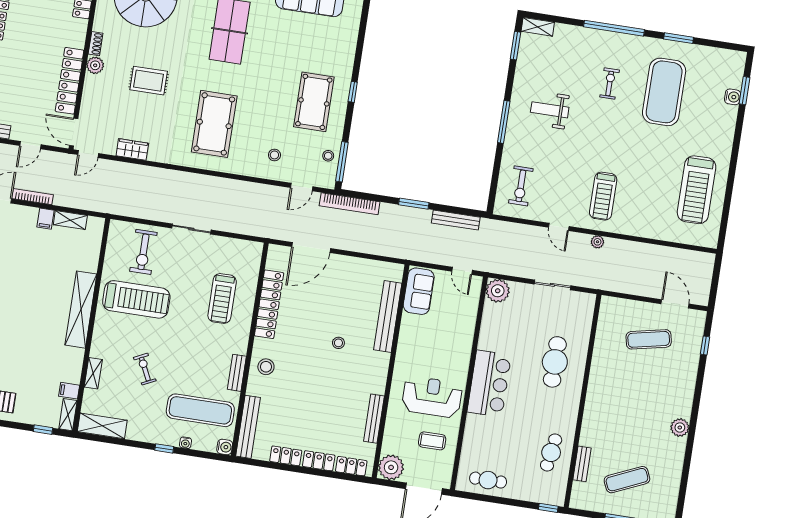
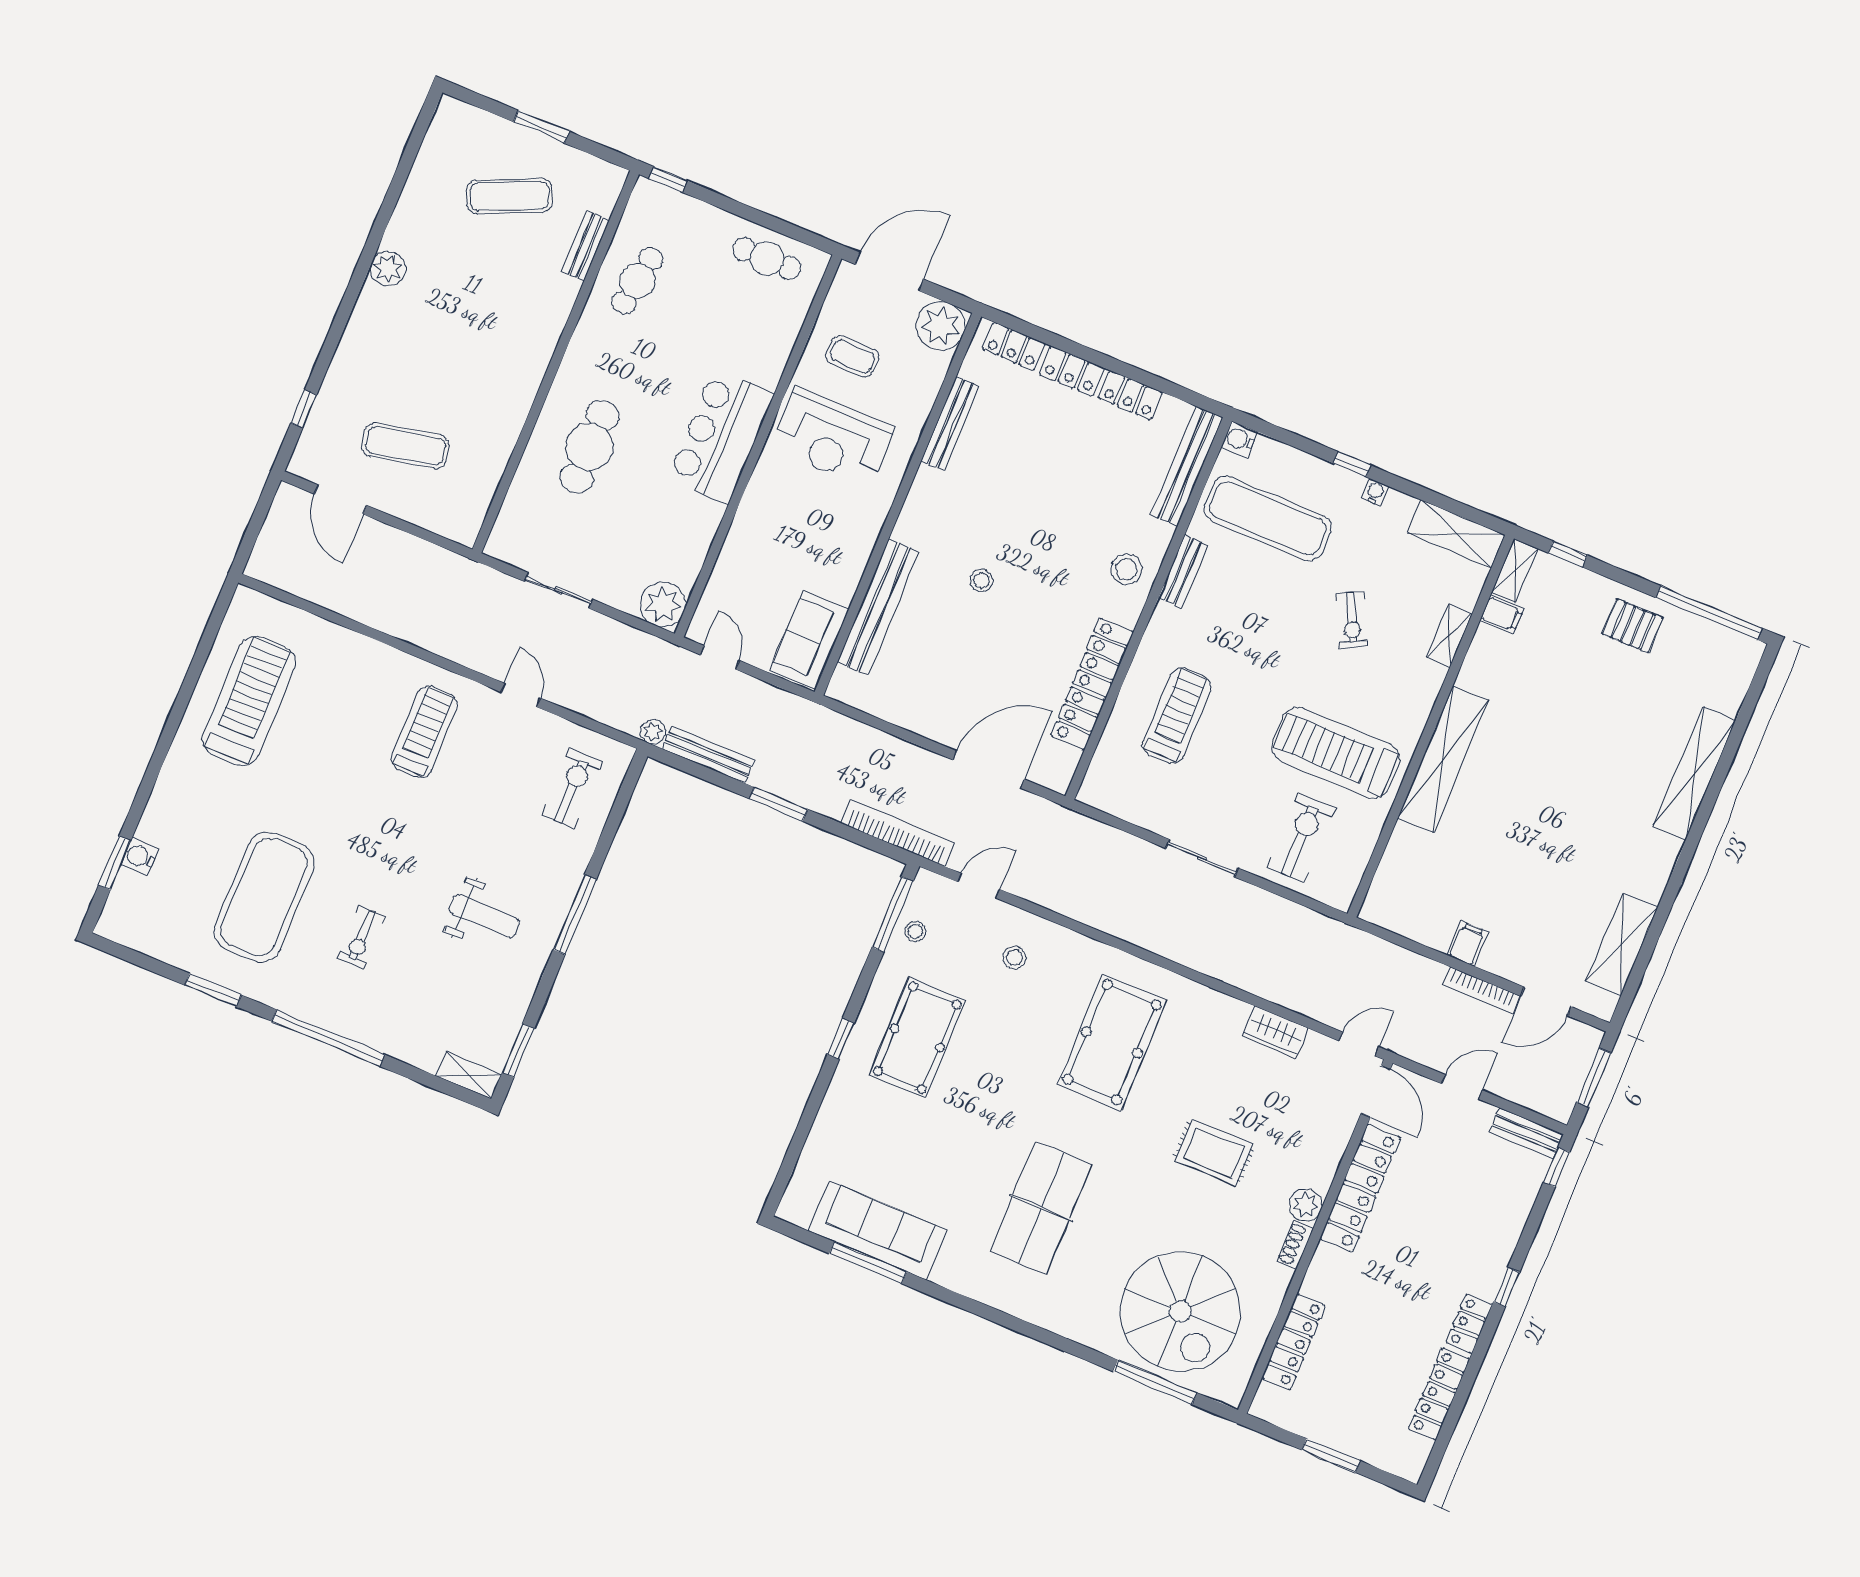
shelving: (70, 220) -> (1422, 930), removed
plant: (597, 242) -> (653, 732), moved
water cooler: (185, 443) -> (1375, 492), moved

